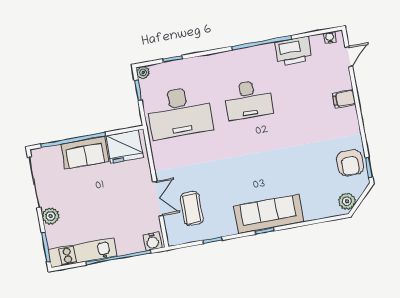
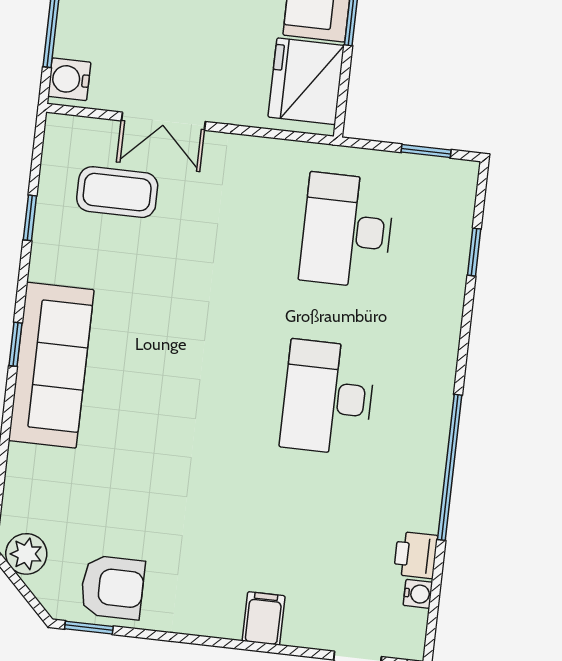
water cooler: (330, 38) -> (418, 594), moved
printer: (293, 51) -> (416, 555), width x0.53, depth x0.68
plant: (143, 72) -> (464, 175), removed
desk: (179, 112) -> (347, 230), width x0.73, depth x0.77
armchair: (350, 163) -> (112, 587), turned 180

